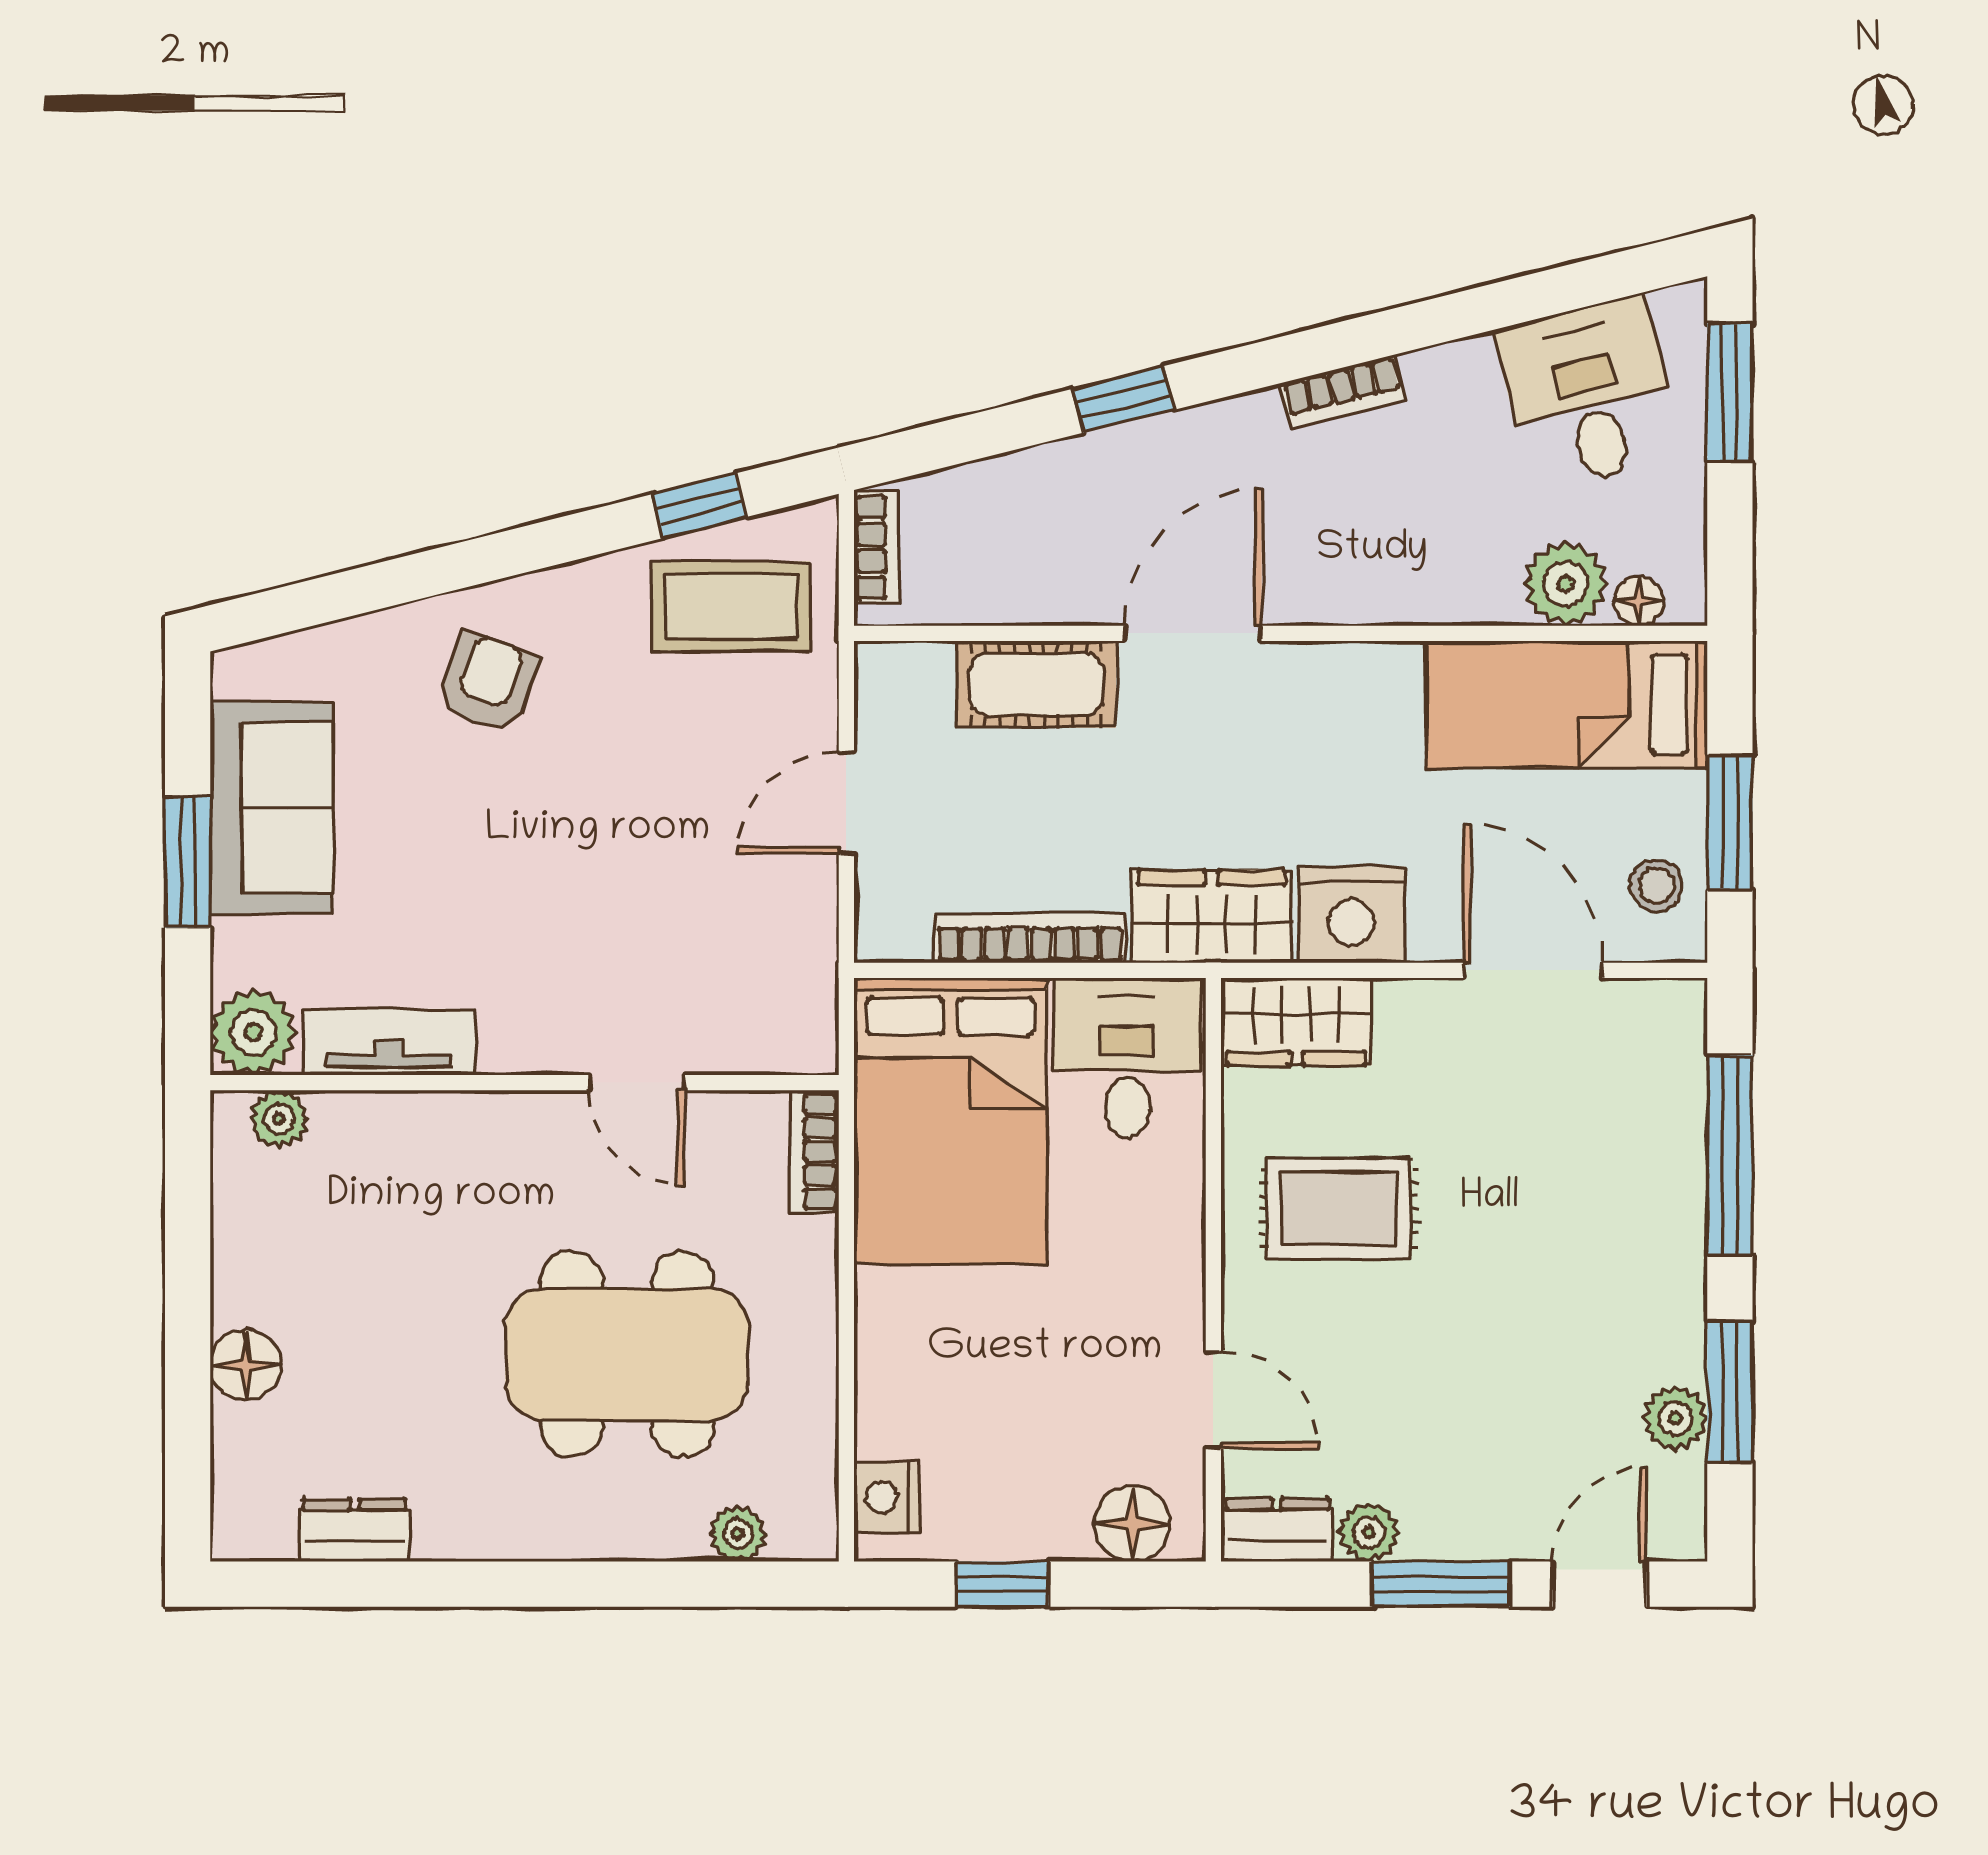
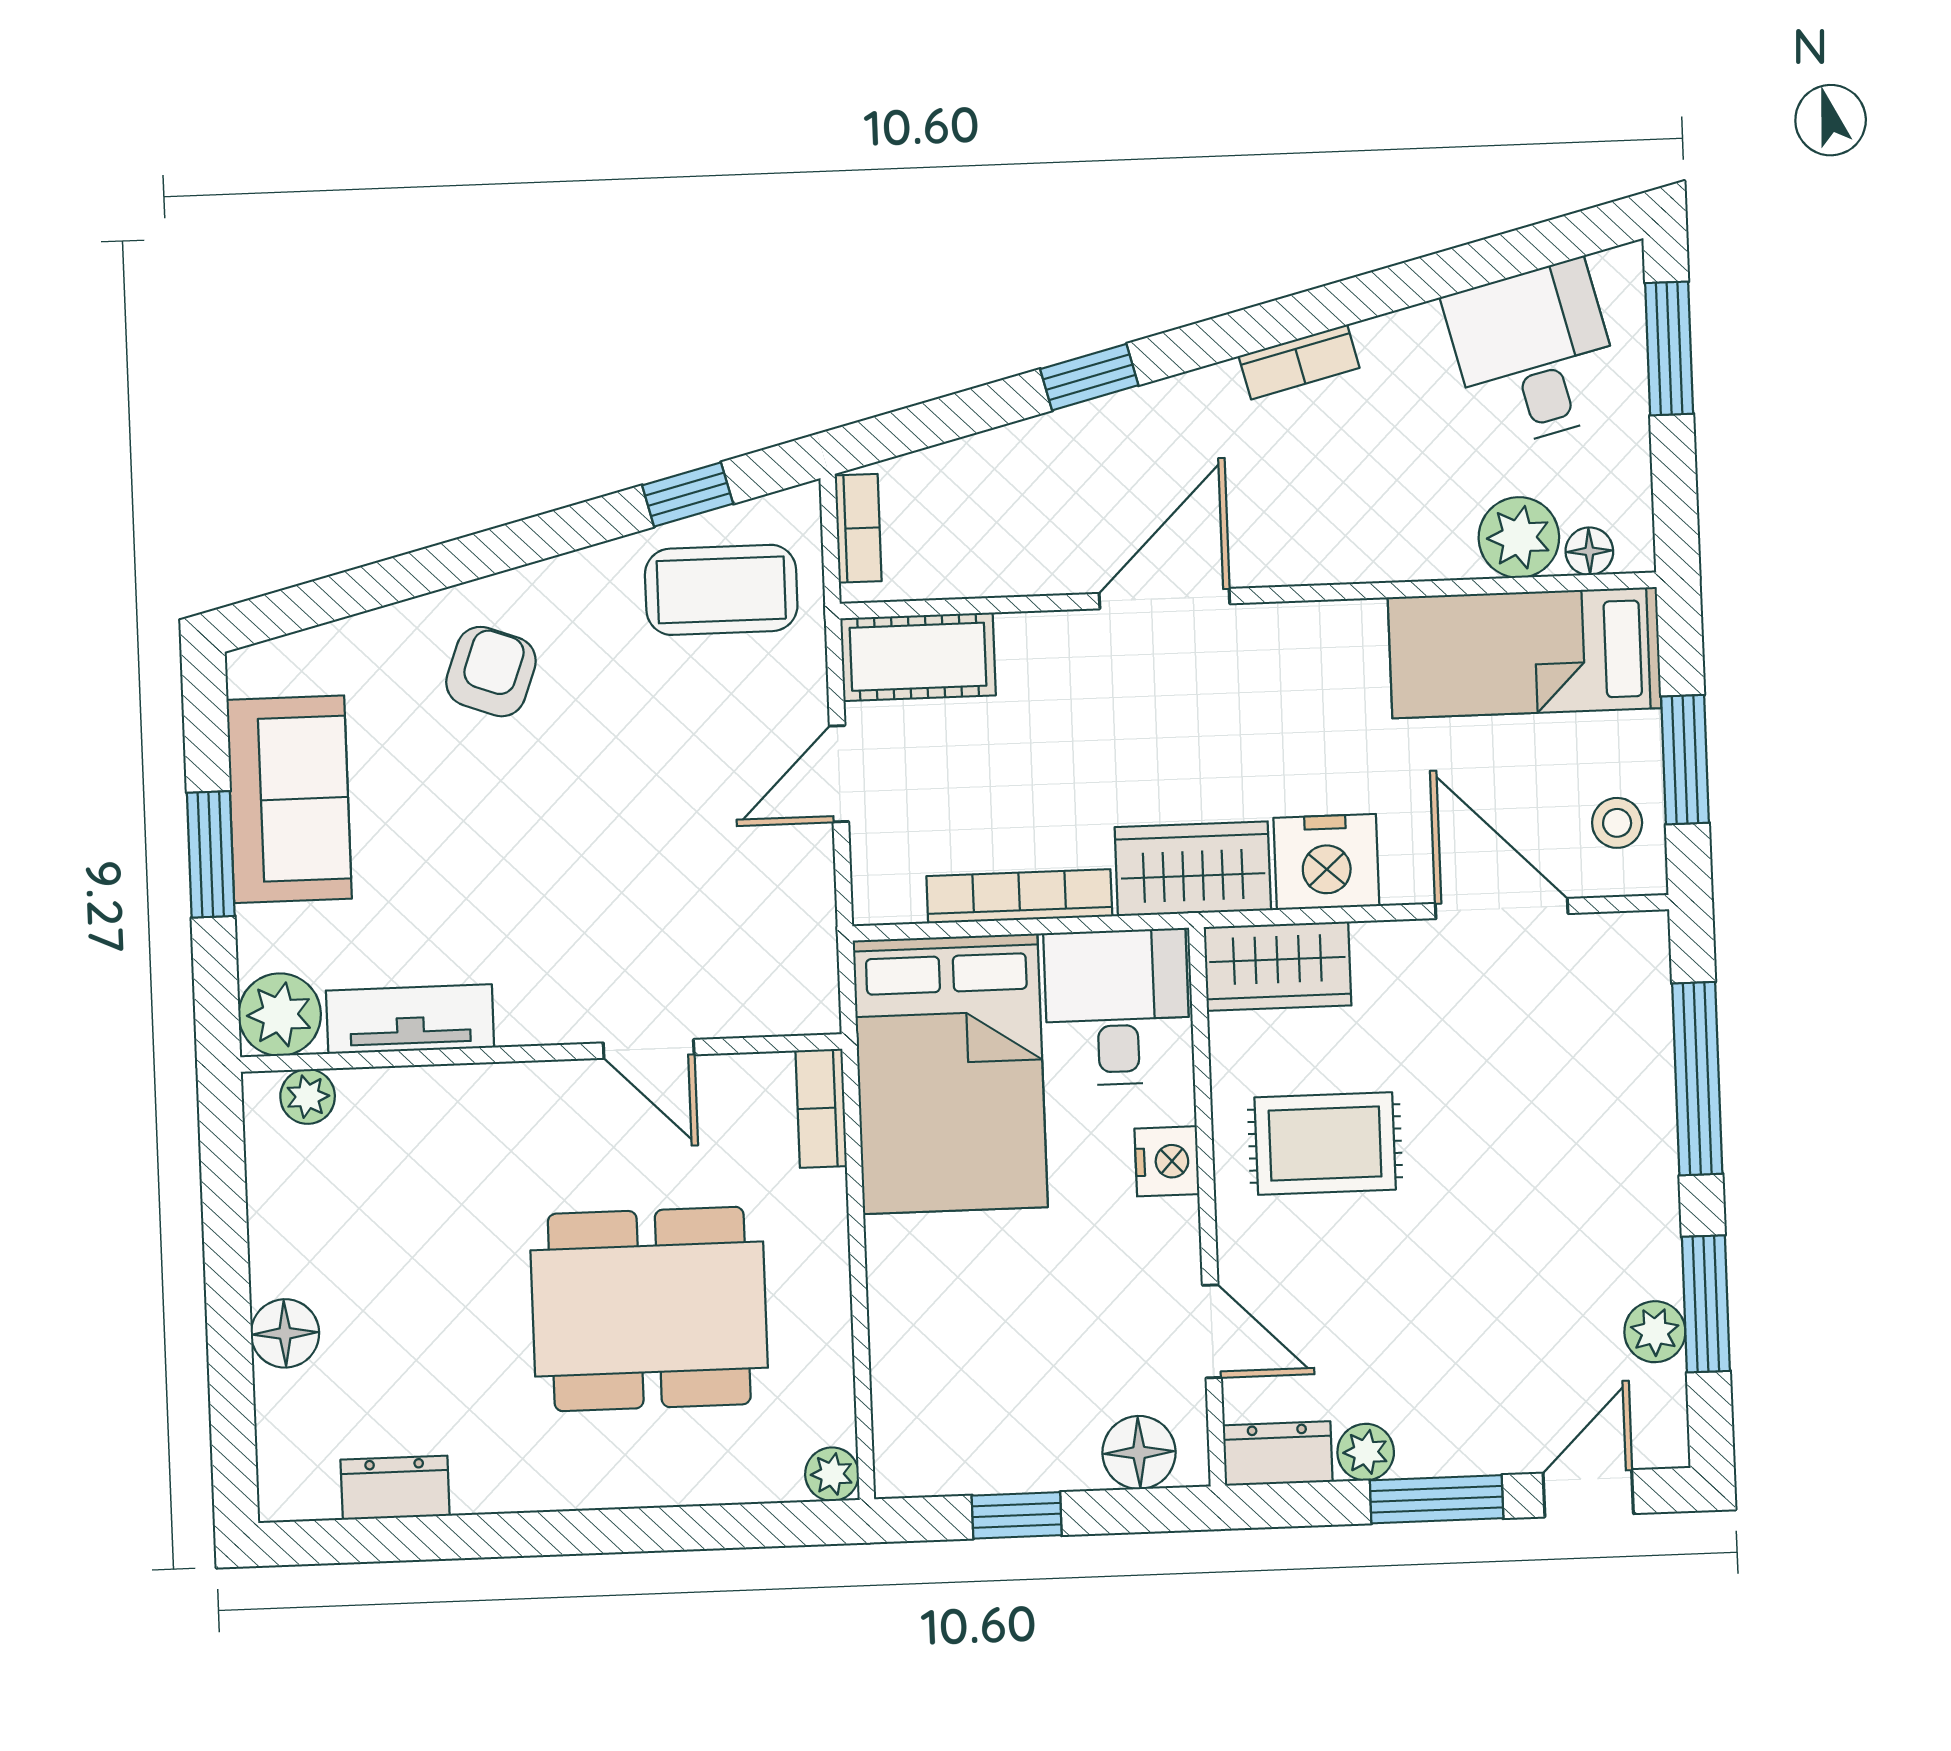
cot: (1036, 684) -> (918, 657), moved
nightstand: (887, 1497) -> (1167, 1161), moved, turned 180
plant: (738, 1534) -> (832, 1474), moved

